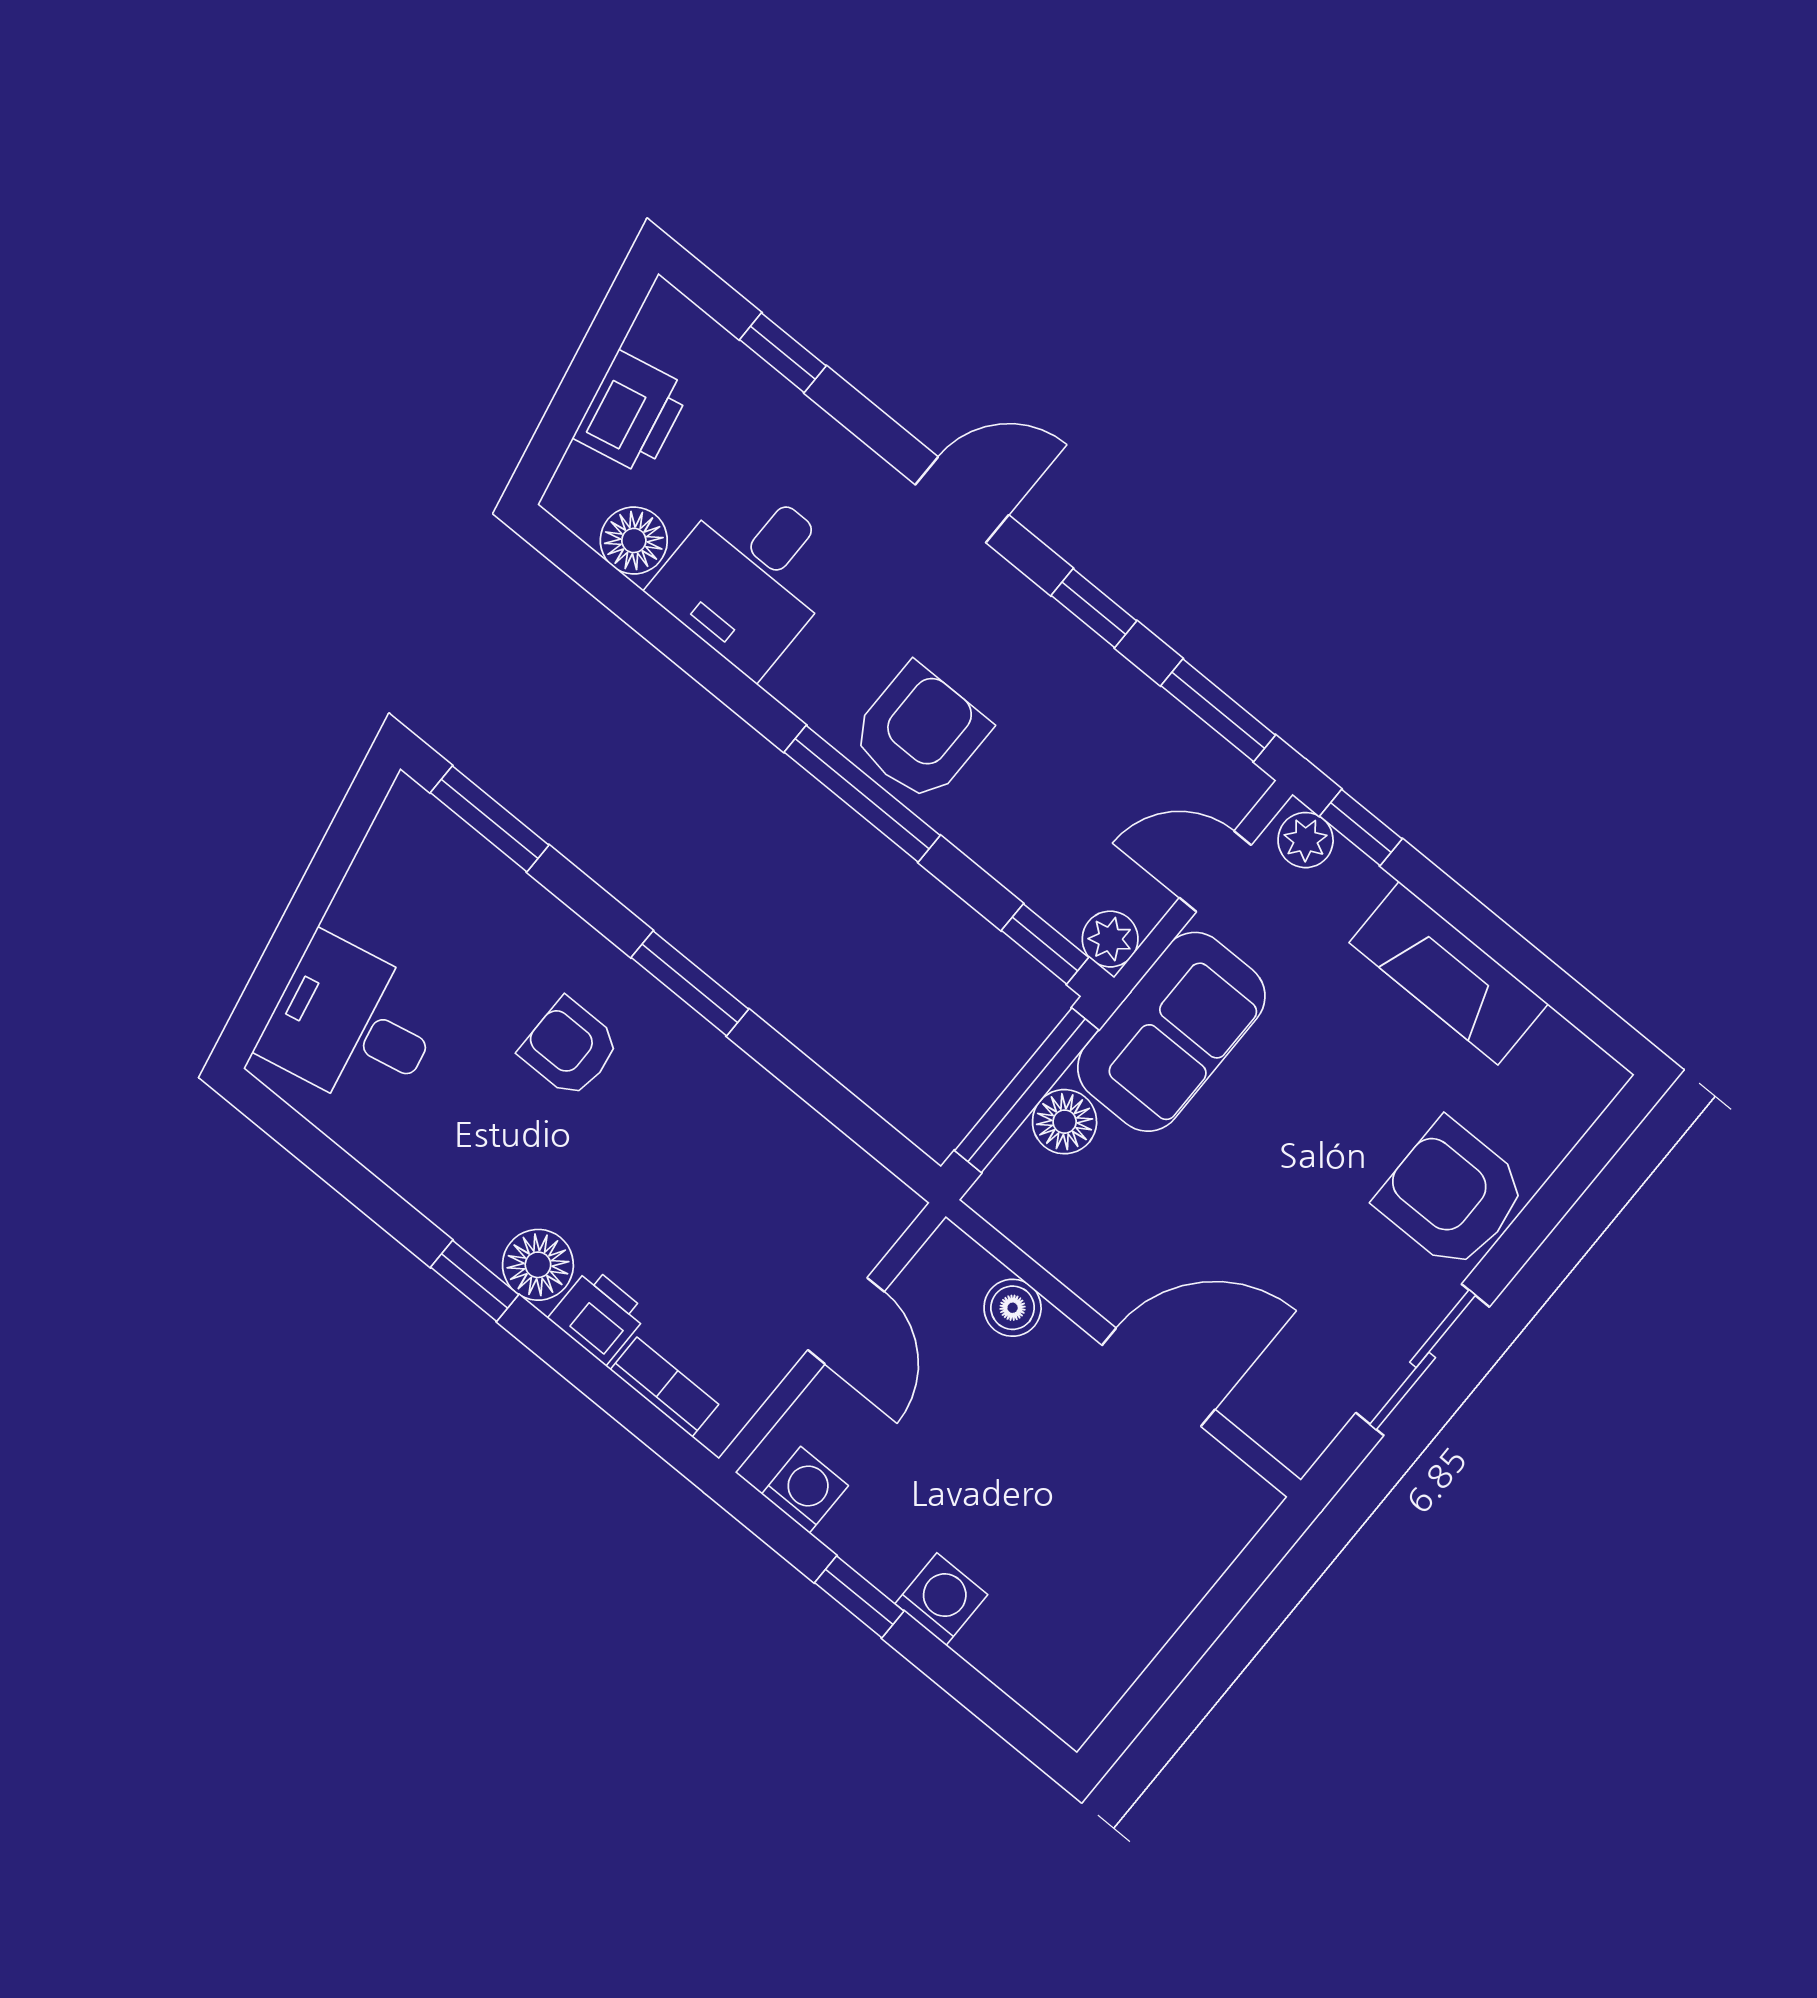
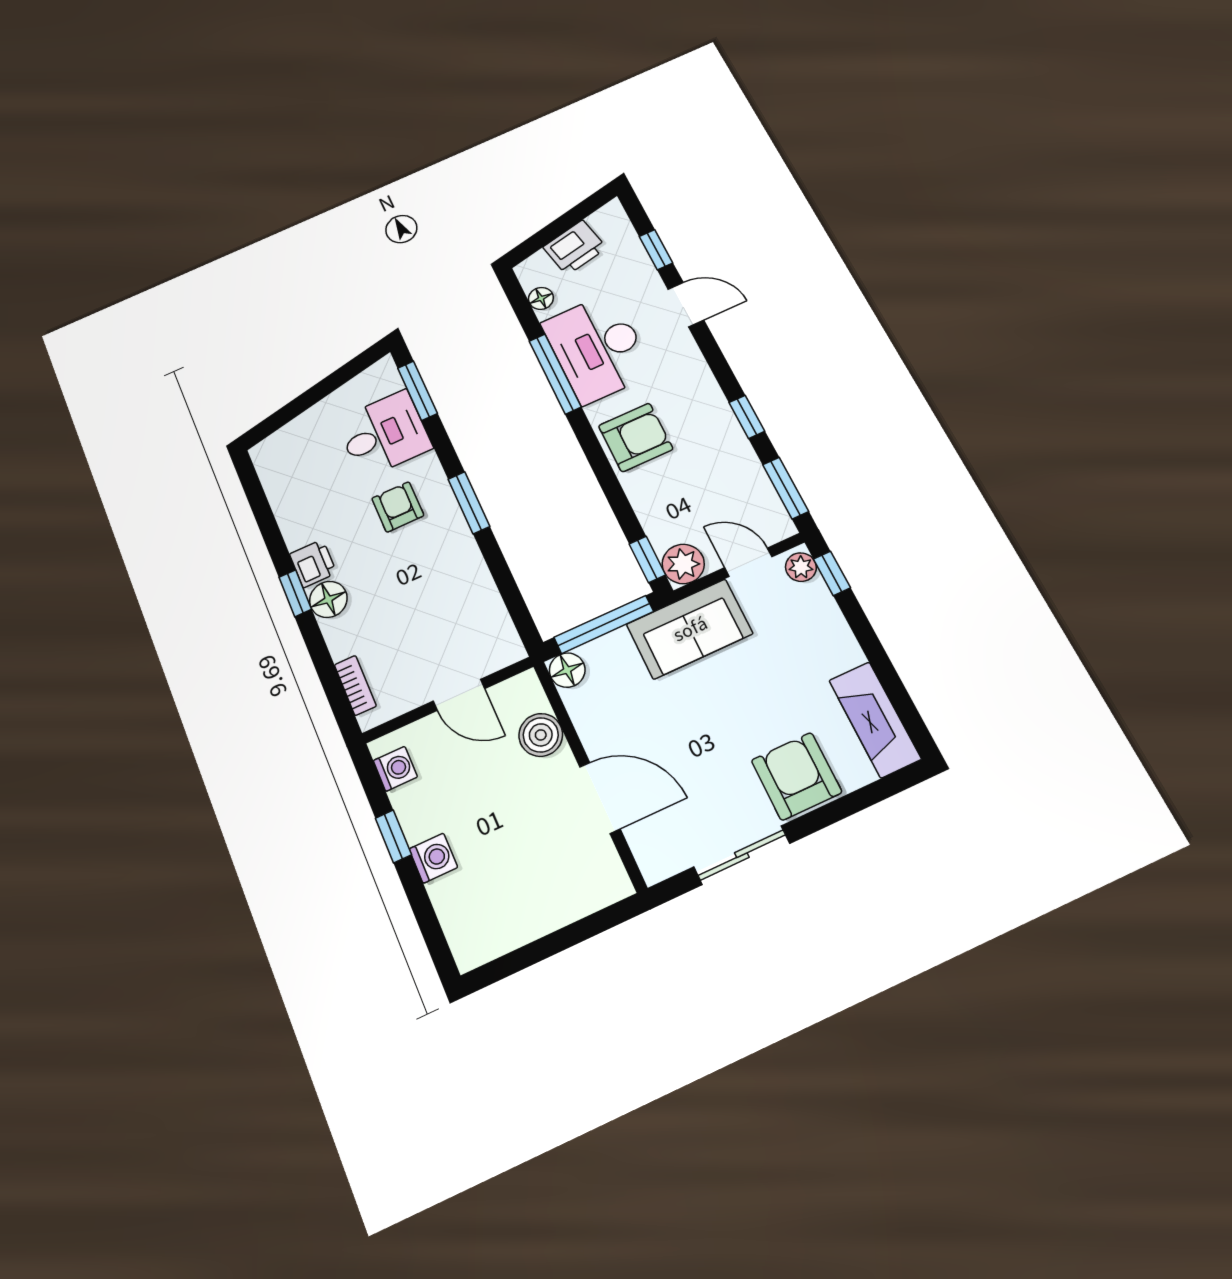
door: (962, 500) -> (686, 305), moved
floor lamp: (634, 540) -> (541, 298), width x0.73, depth x0.73
desk: (750, 577) -> (597, 348), width x1.37
window: (862, 794) -> (555, 374), moved
plant: (1110, 939) -> (683, 564), width x1.38, depth x1.38
fireplace: (1449, 973) -> (875, 720), moved
desk: (352, 1025) -> (384, 434), moved, turned 102
floor lamp: (1065, 1122) -> (567, 670), moved
boiler: (1013, 1308) -> (541, 735), width x1.36, depth x1.36
printer: (598, 1316) -> (313, 563), moved
door: (846, 1321) -> (459, 695), hinge flipped

